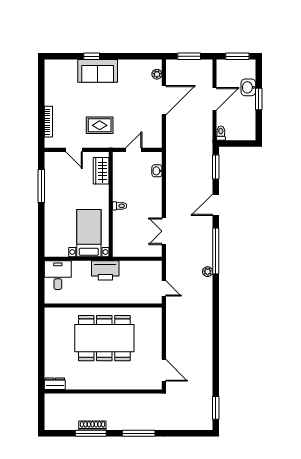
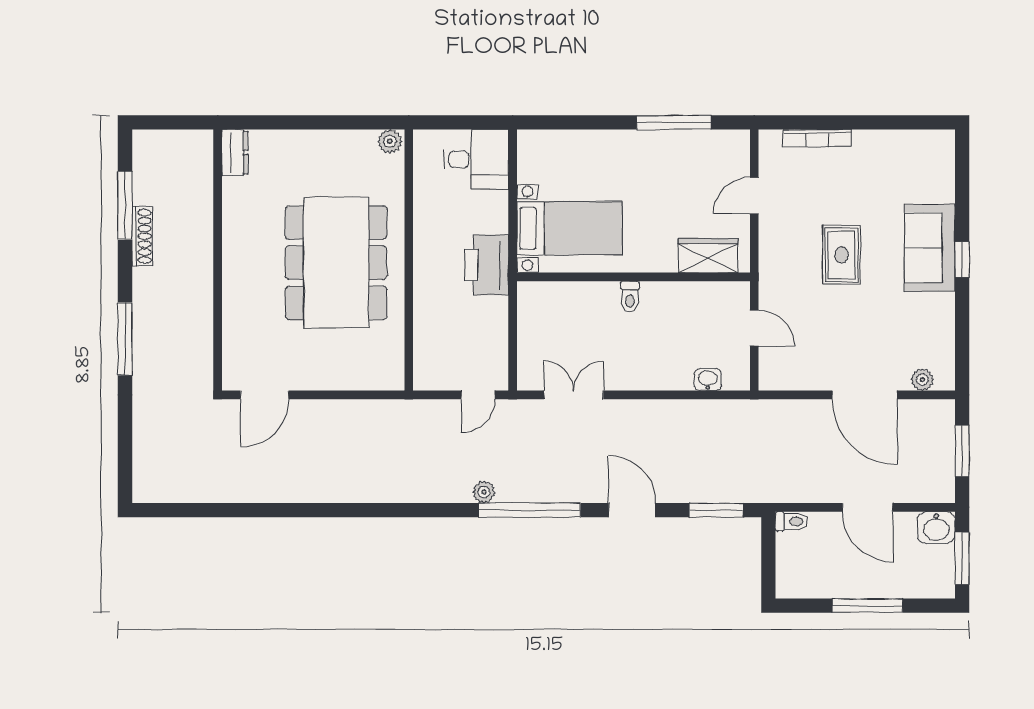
window: (92, 56) -> (962, 259), moved
washbasin: (248, 87) -> (936, 528), moved, turned 180
window: (259, 99) -> (867, 606), width x1.44
rug: (100, 125) -> (841, 255), moved
door: (164, 288) -> (478, 395), moved
plant: (50, 314) -> (390, 141), added
window: (216, 408) -> (181, 510), removed
window: (91, 433) -> (125, 205), moved

